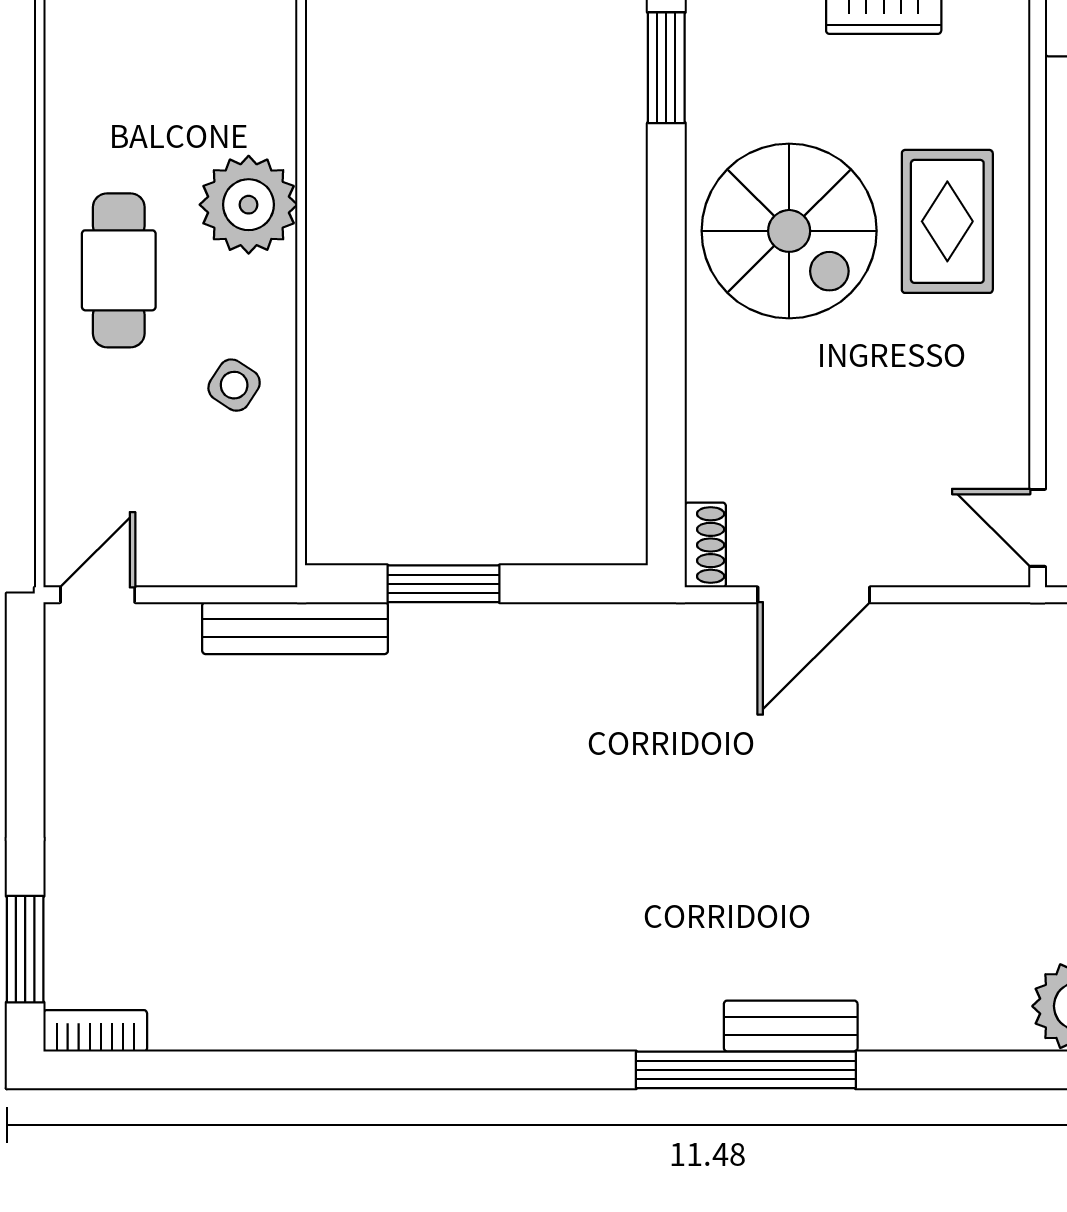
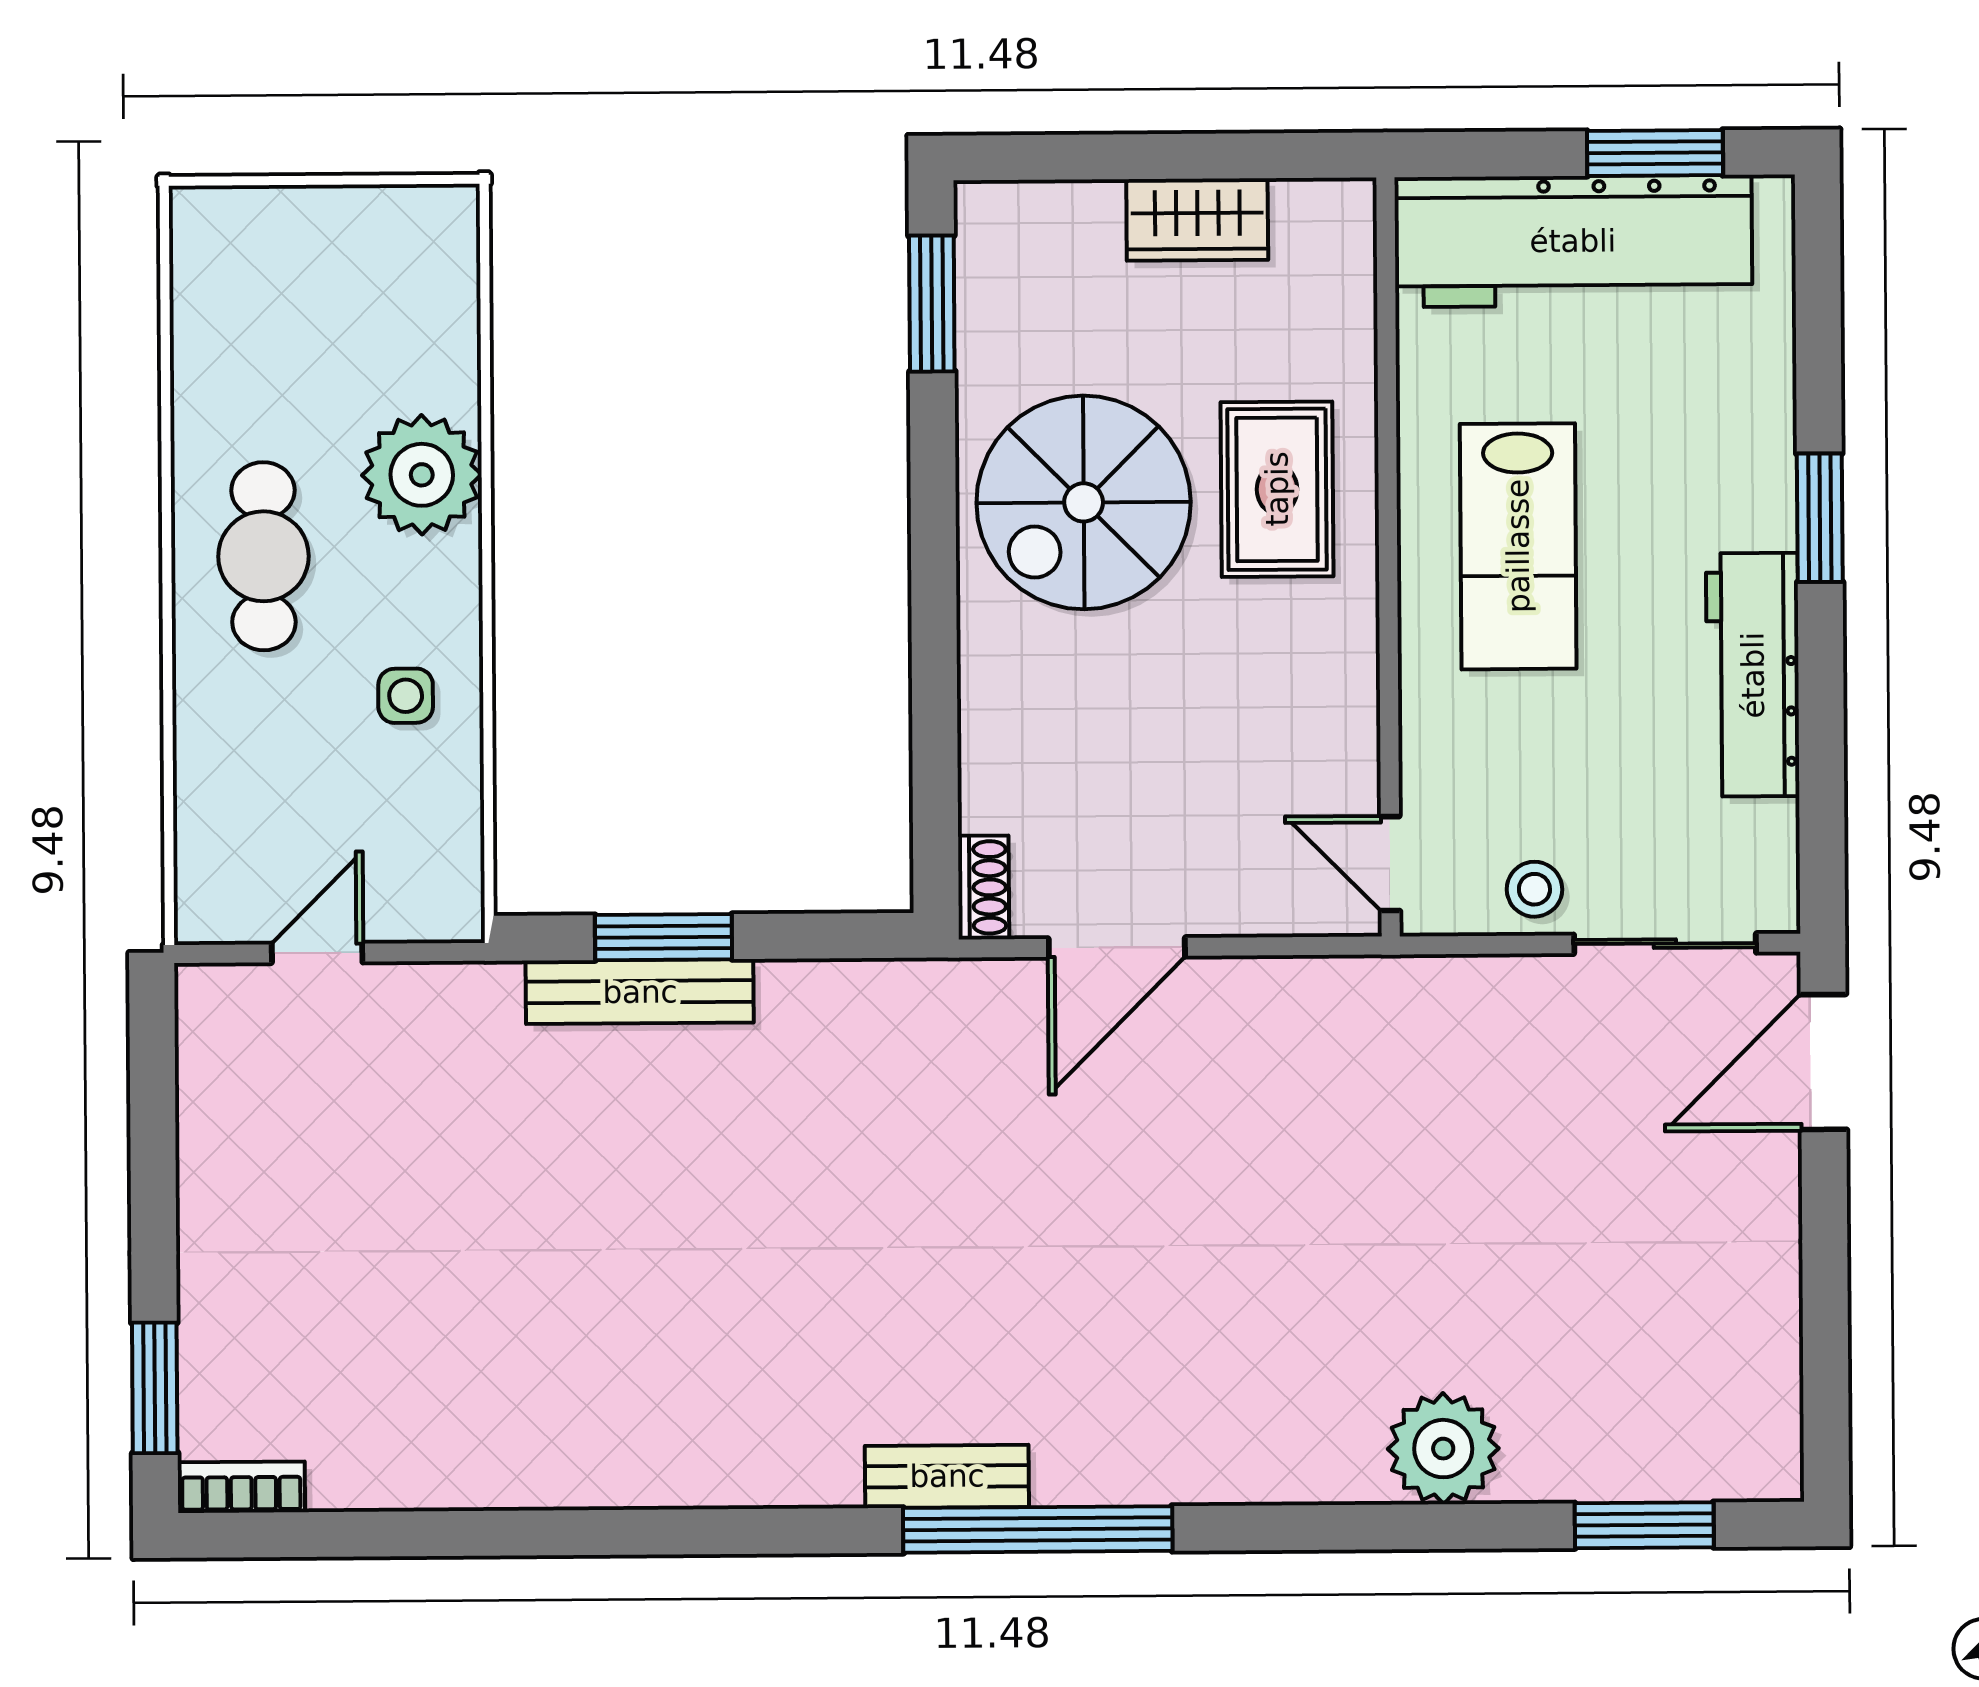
spiral stairs: (789, 231) -> (1084, 502), turned 90
side table: (234, 385) -> (406, 696), turned -33
door: (98, 595) -> (317, 953), moved
bench: (295, 628) -> (640, 992), moved
bench: (791, 1026) -> (947, 1476), moved

